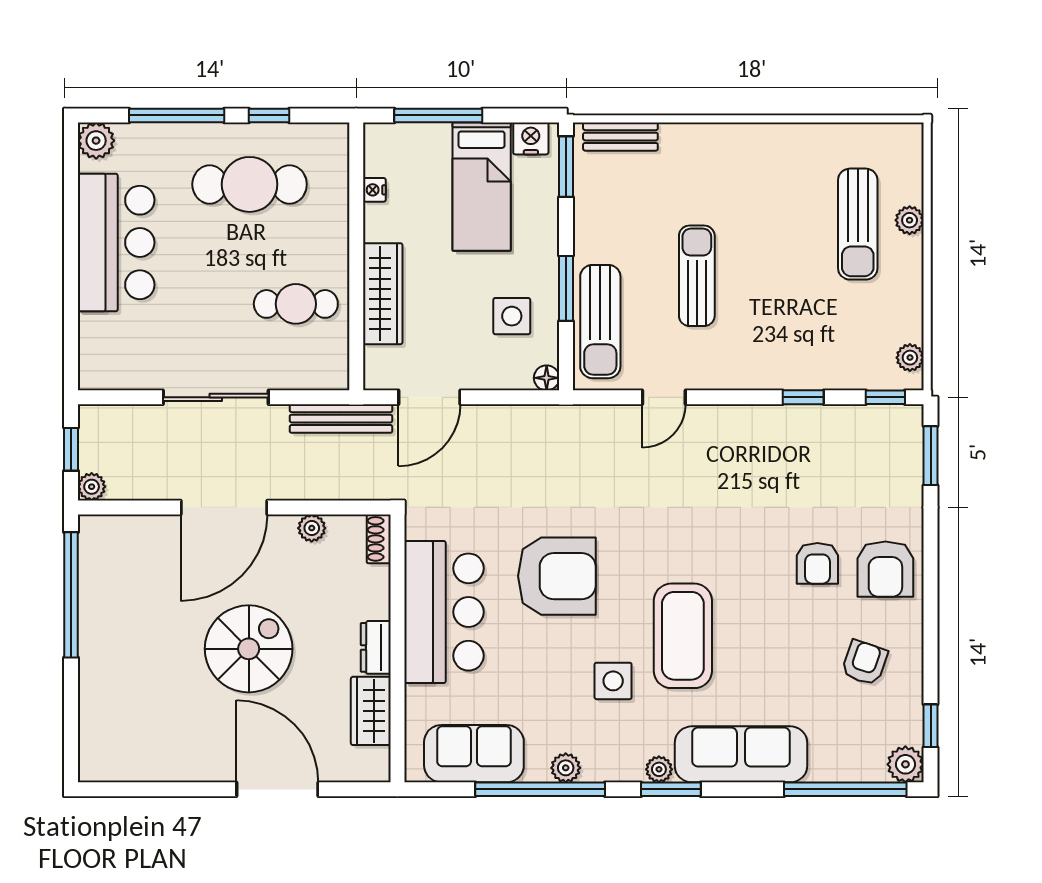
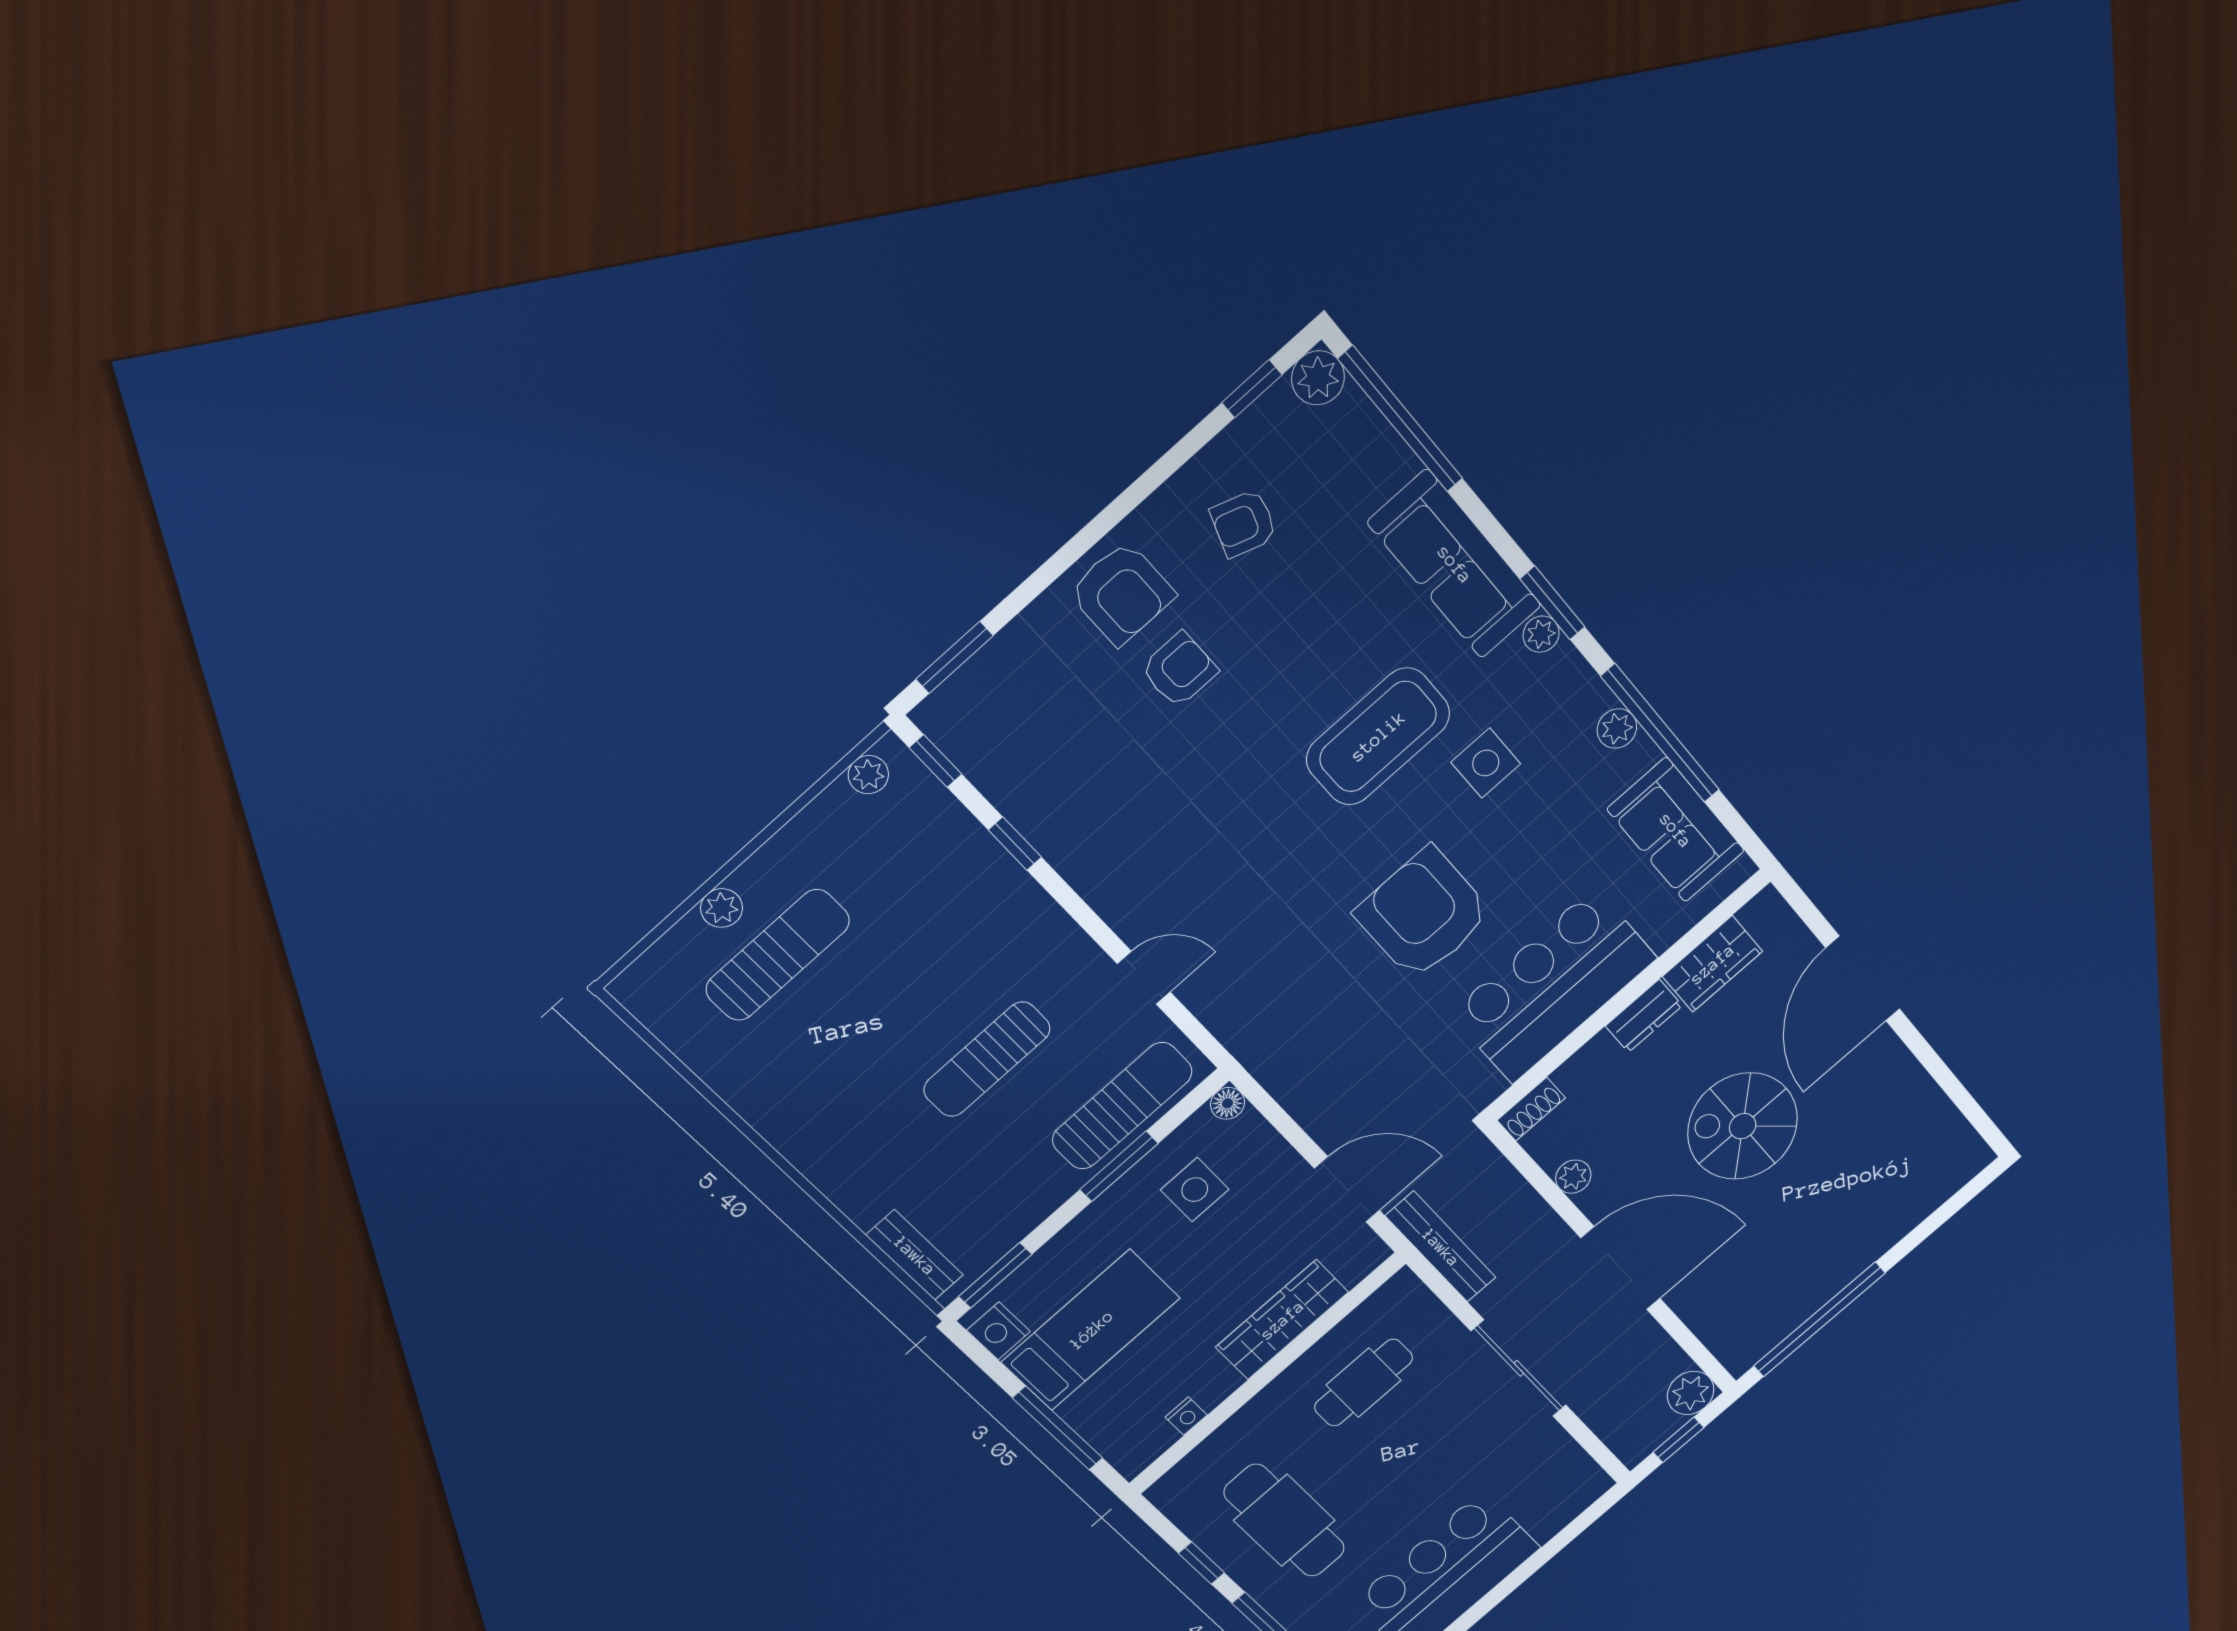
cafe table: (296, 304) -> (1364, 1383), turned 90
plant: (92, 487) -> (1691, 1393), width x1.38, depth x1.38
armchair: (885, 569) -> (1122, 593), turned 90

